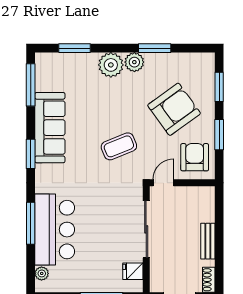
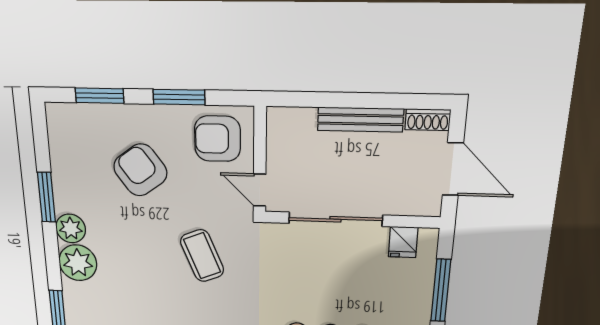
armchair: (174, 109) -> (140, 170), width x0.73, depth x0.73
bench: (208, 241) -> (360, 120), width x1.36

